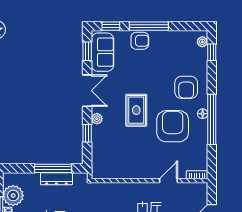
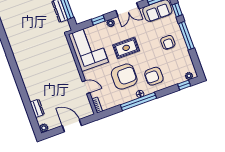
armchair: (140, 41) -> (168, 42), moved
corner sofa: (119, 159) -> (88, 48), added

